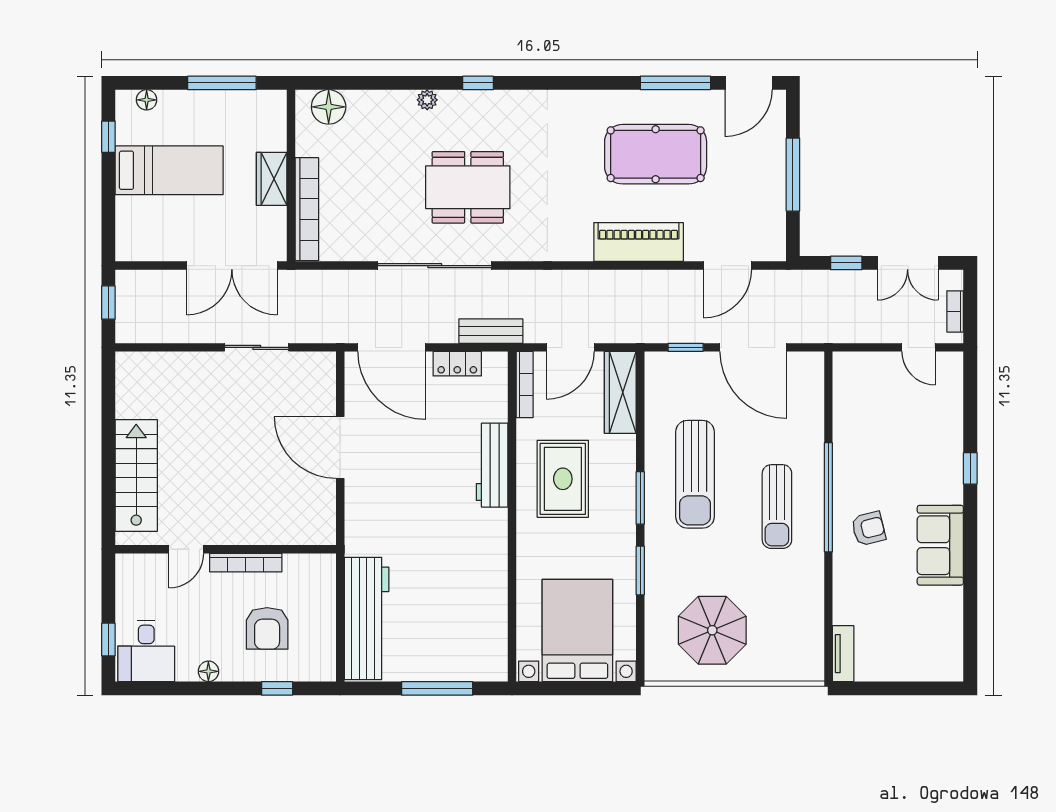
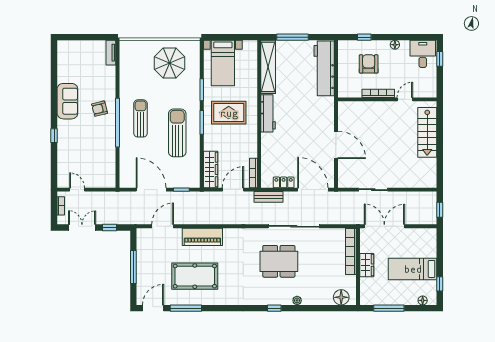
workbench: (492, 465) -> (268, 113), moved
rug: (563, 479) -> (229, 113), moved, turned 90
shelving: (492, 622) -> (268, 67), added
bed with nightstands: (577, 630) -> (223, 63), width x0.73

